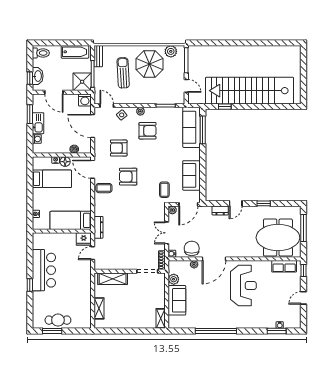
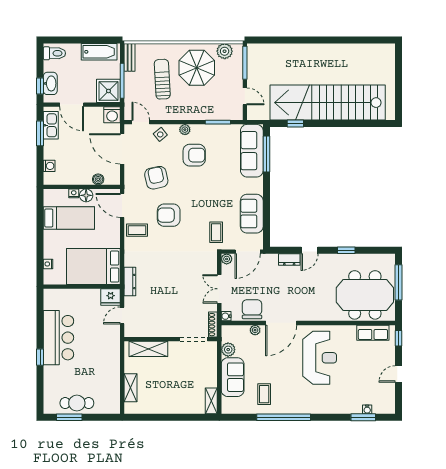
kitchen sink: (38, 123) -> (51, 125), moved
armchair: (119, 148) -> (156, 178), turned 78
bed: (71, 220) -> (93, 267), width x1.50
coffee table: (201, 313) -> (264, 394), added

